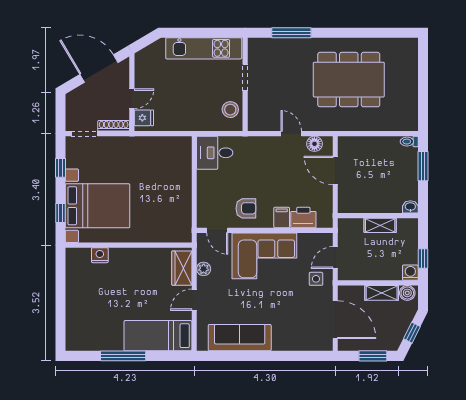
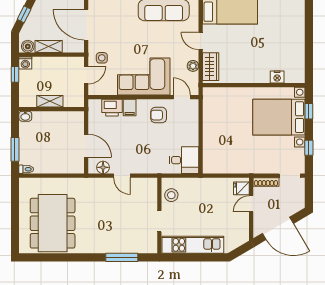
dining table: (349, 80) -> (53, 223), moved, turned 90
door: (194, 300) -> (201, 41), swing flipped

